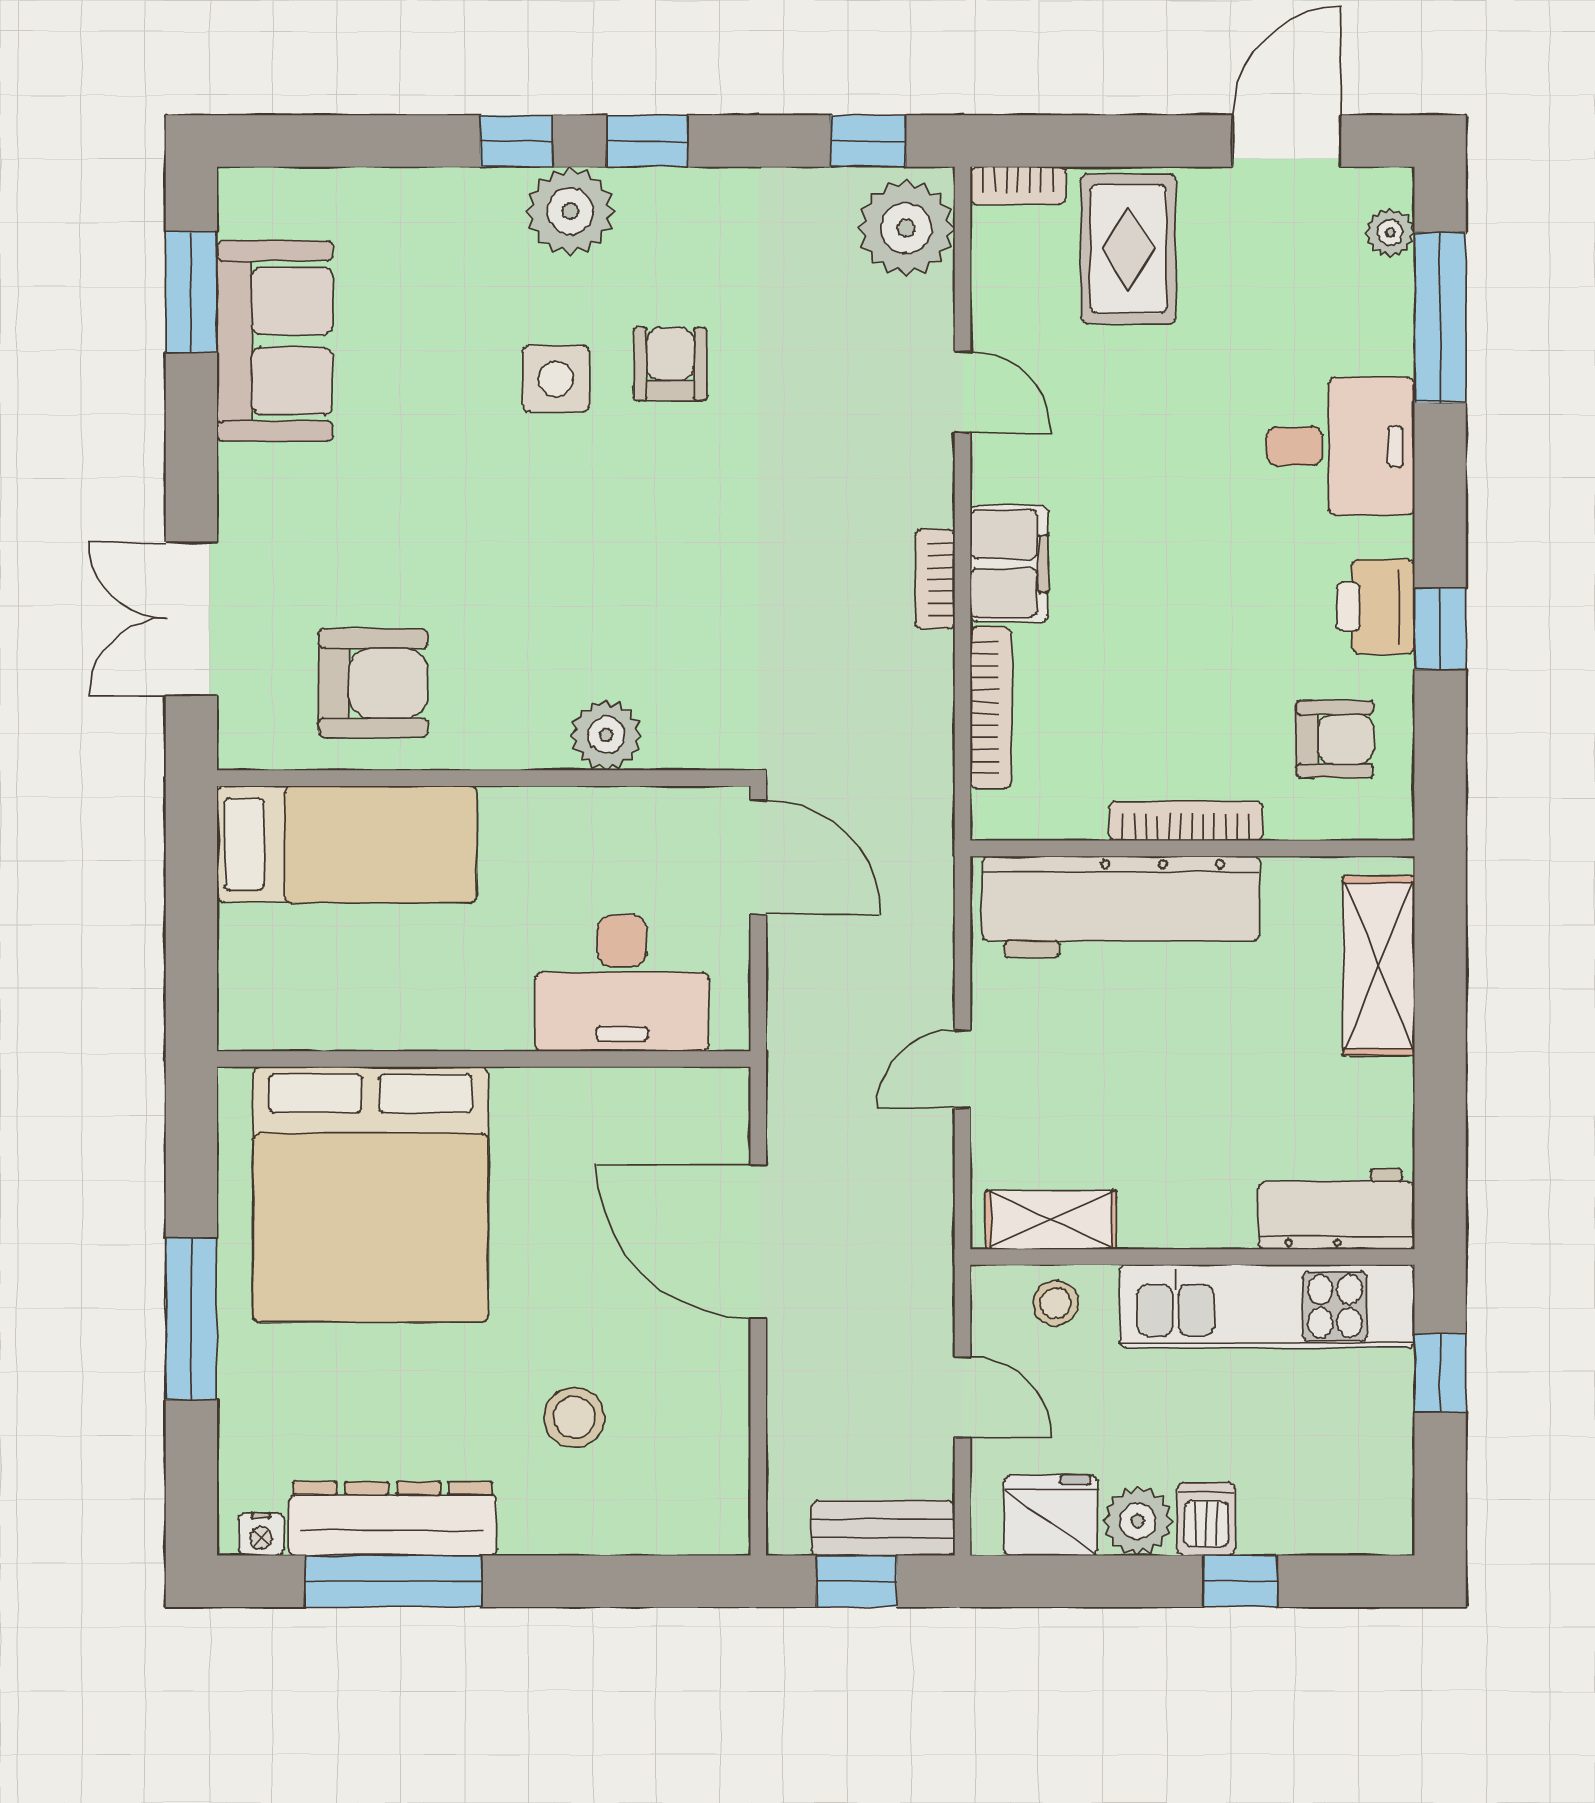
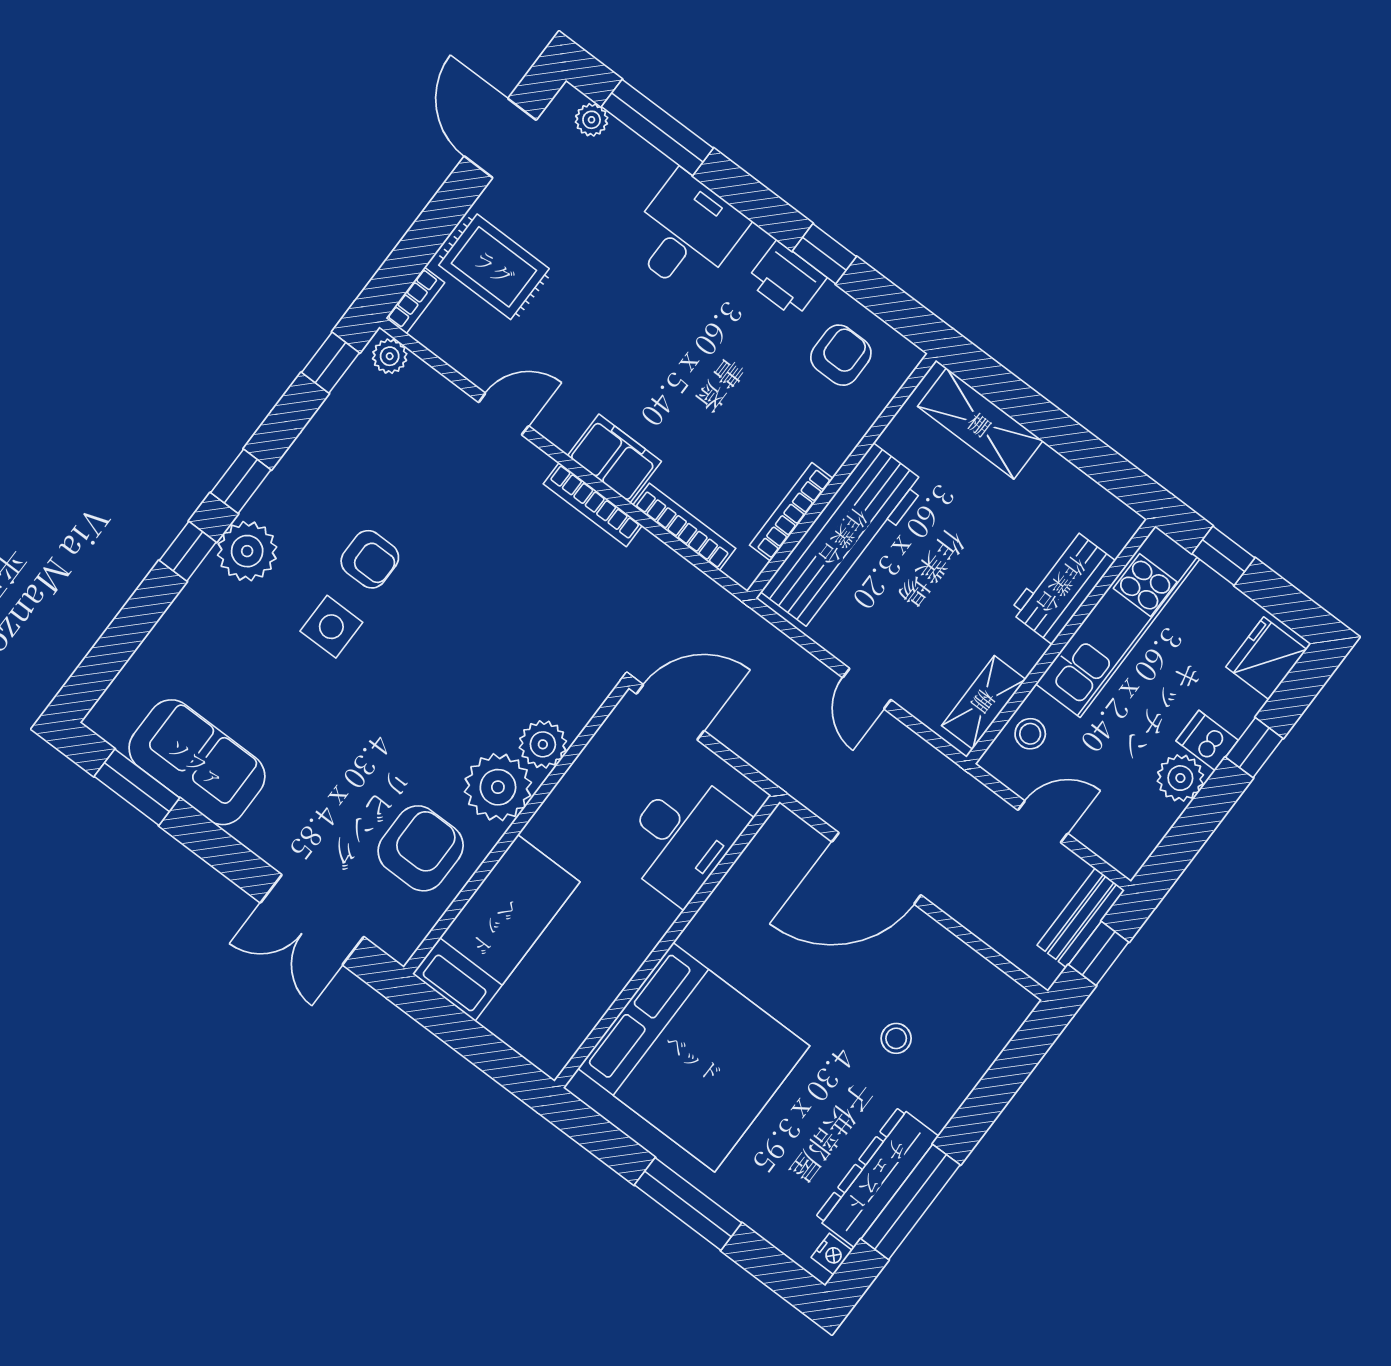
plant: (906, 228) -> (390, 356), width x0.53, depth x0.53
armchair: (670, 364) -> (370, 559), turned 180
bookcase: (935, 579) -> (593, 505), width x1.56
plant: (515, 720) -> (498, 787), added
bookcase: (1186, 821) -> (791, 512), moved
workbench: (1336, 1209) -> (1062, 586), moved
stool: (574, 1417) -> (896, 1038), width x0.73, depth x0.73
fridge: (1051, 1515) -> (1266, 658), moved

